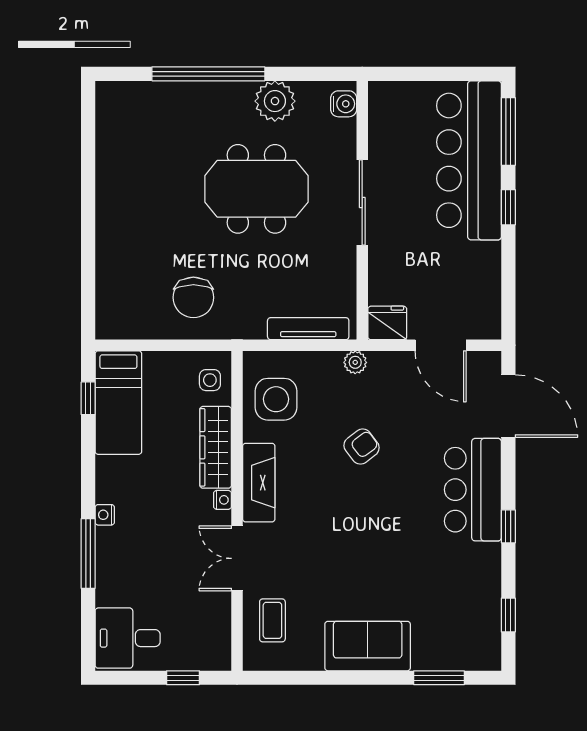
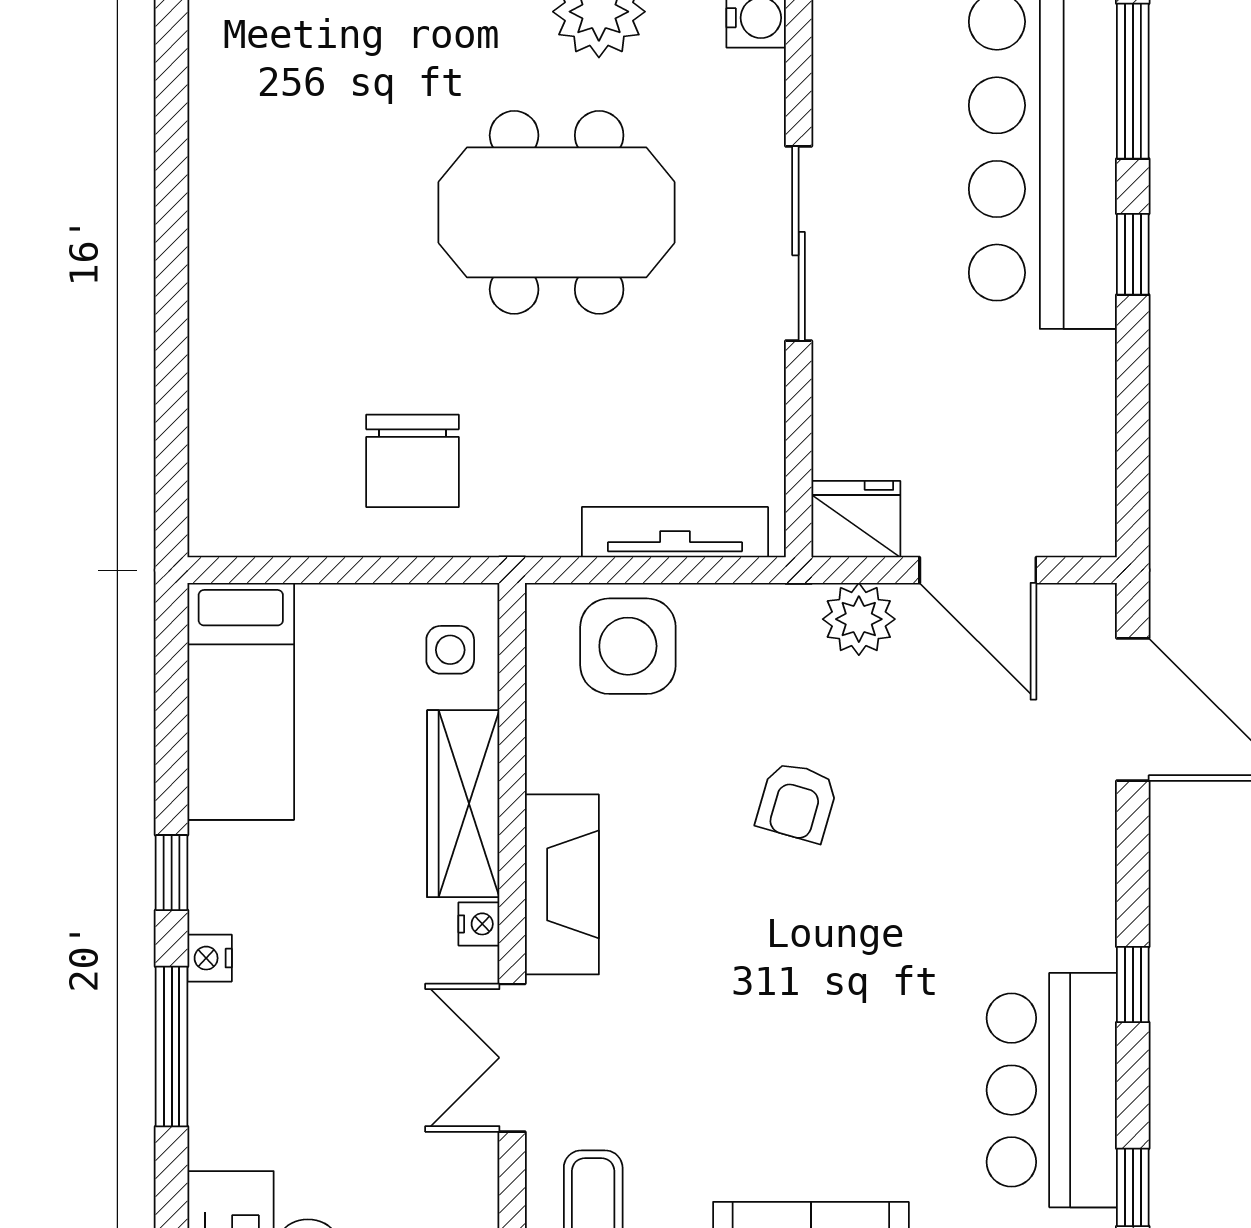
plant: (355, 362) -> (859, 619), moved, width x1.38, depth x1.38
window: (88, 398) -> (172, 873), moved
side table: (276, 399) -> (628, 646), moved
armchair: (362, 447) -> (797, 802), turned 143
bar counter: (473, 490) -> (1052, 1090), moved

